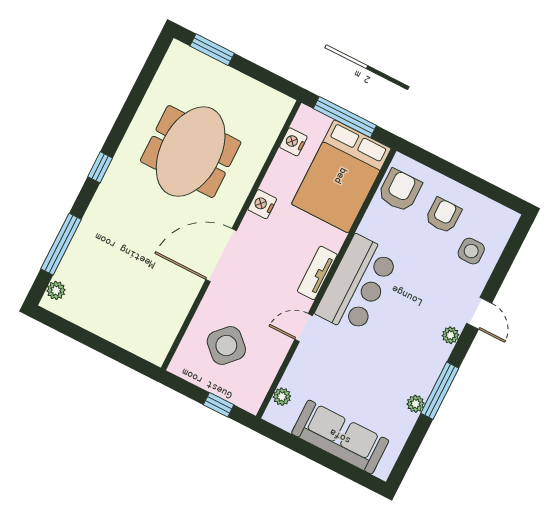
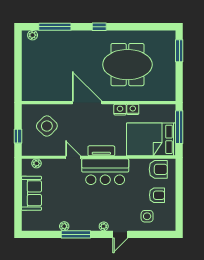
nightstand: (293, 142) -> (133, 109), moved
sofa: (340, 437) -> (31, 193), width x0.73

